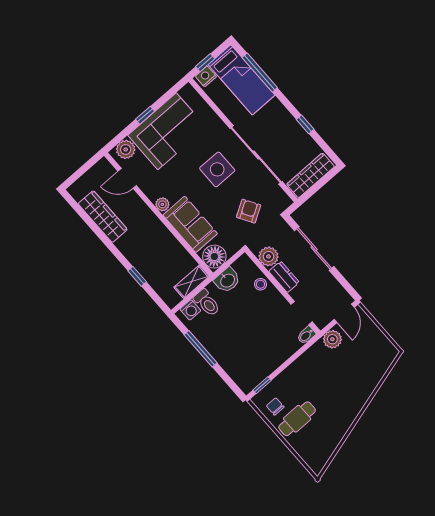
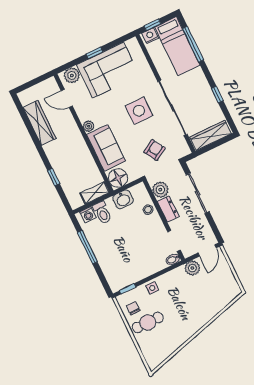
side table: (291, 376) -> (152, 288), added

